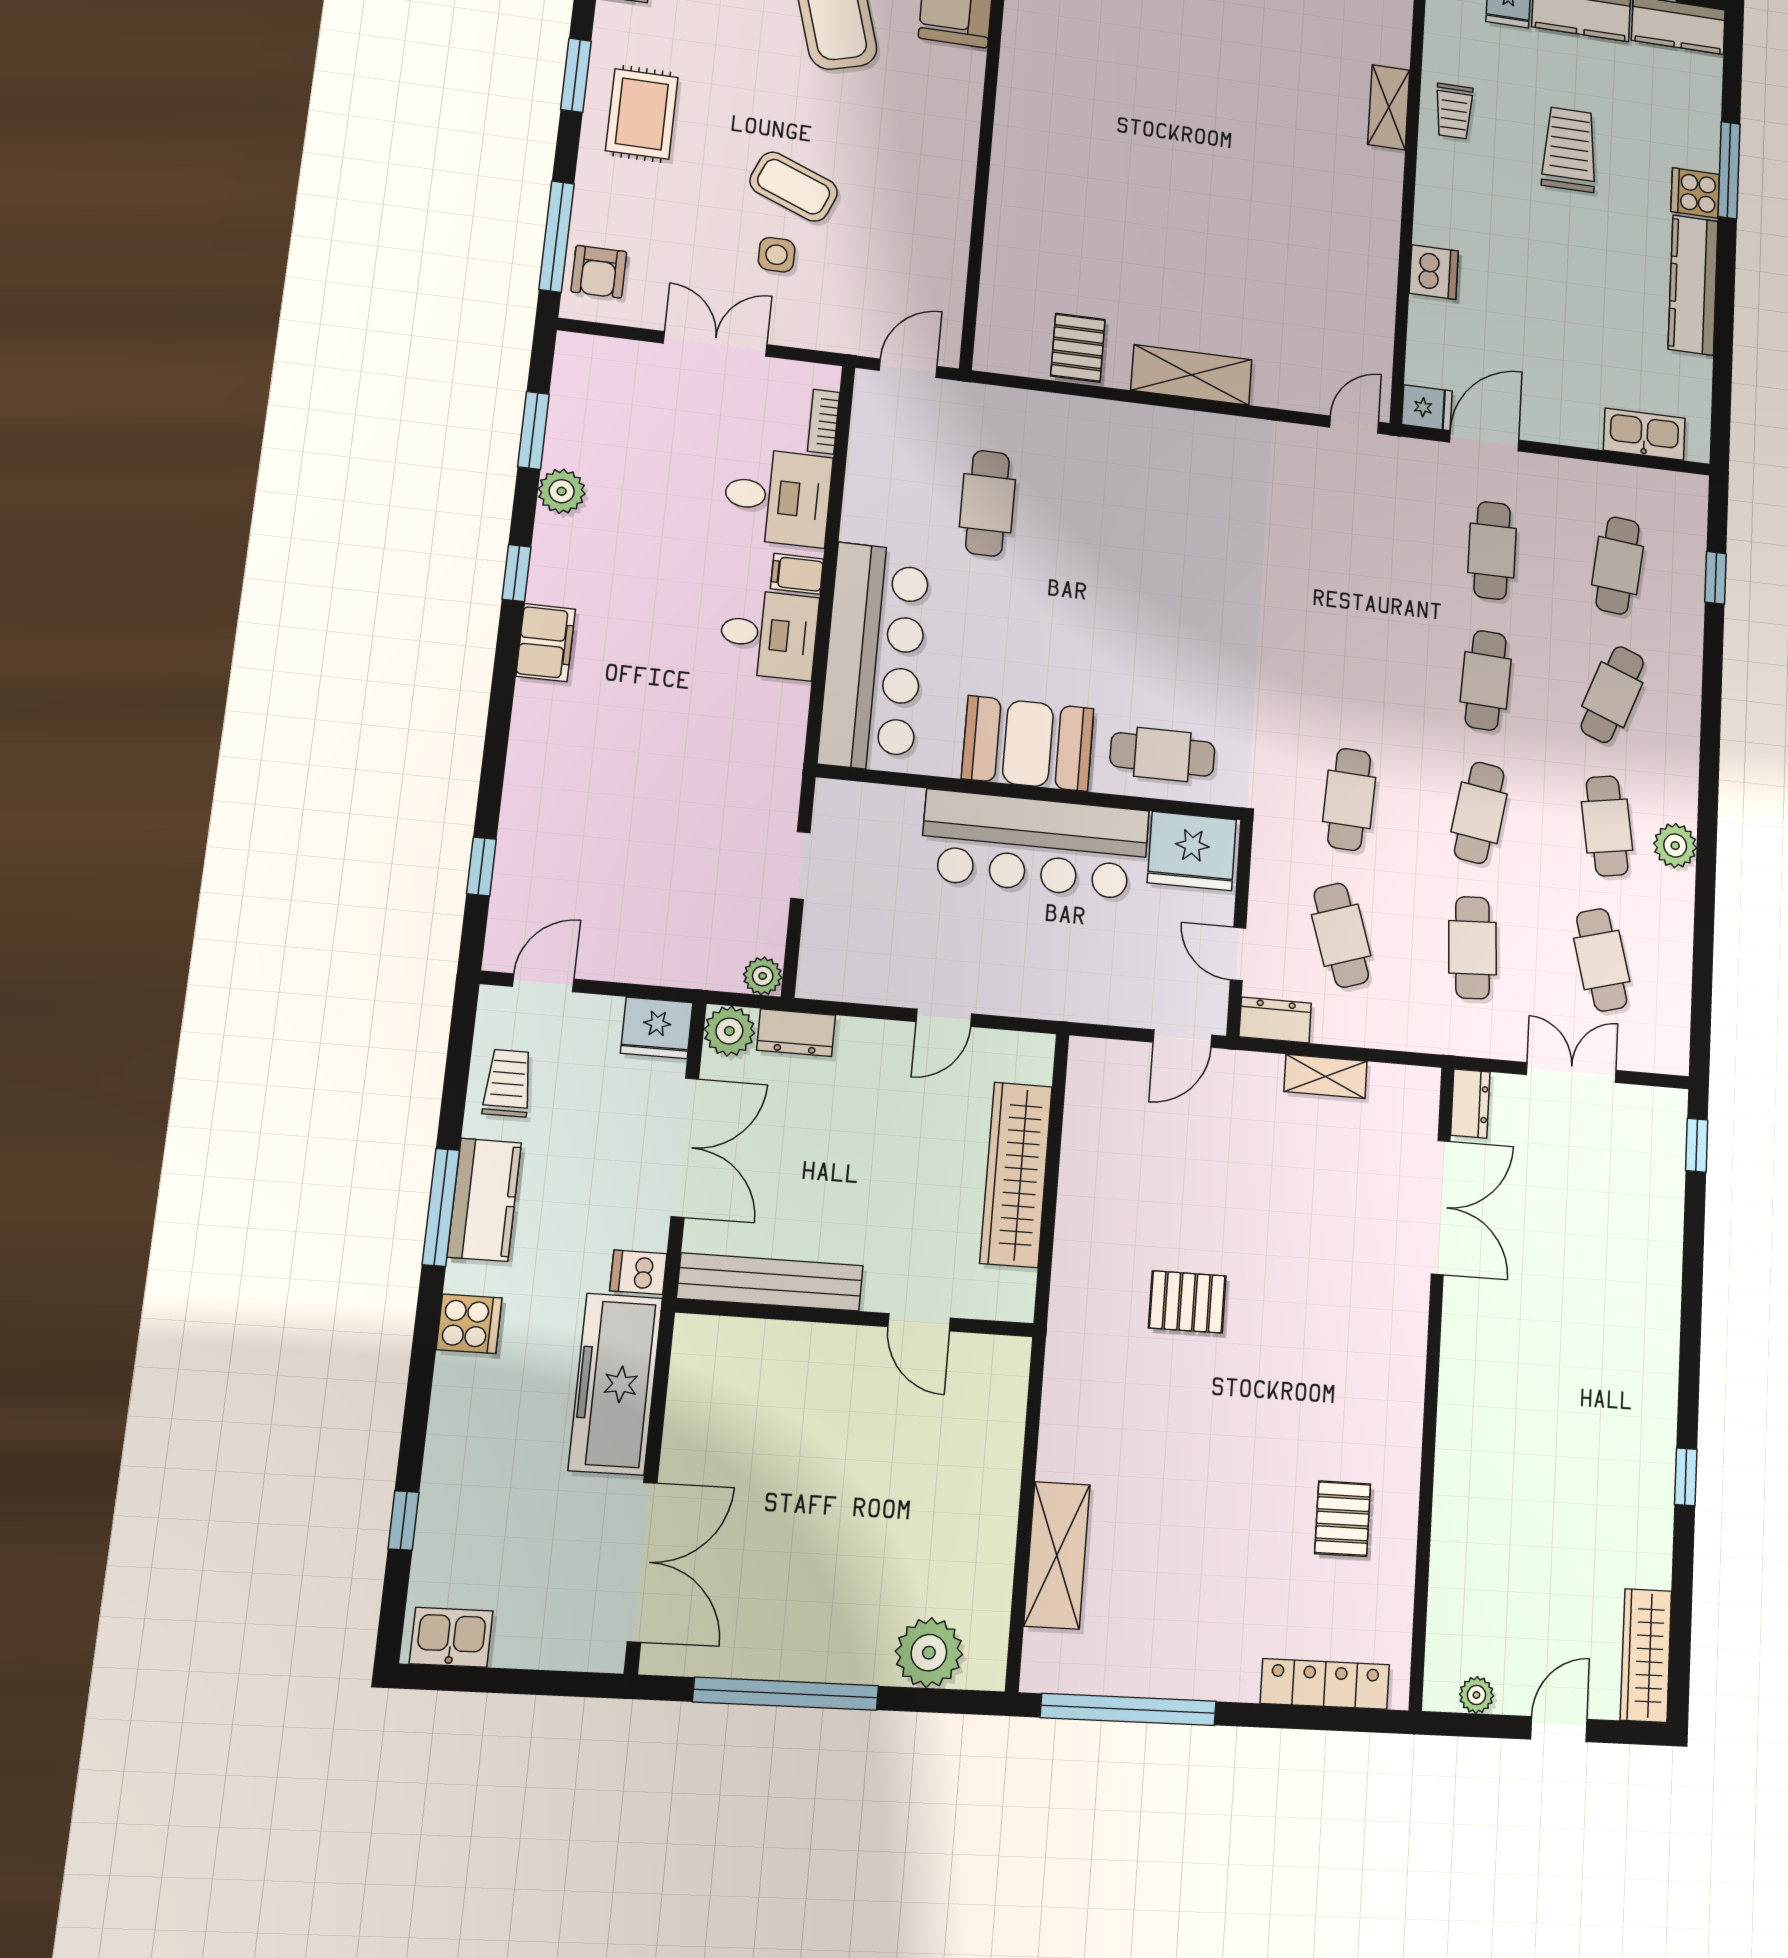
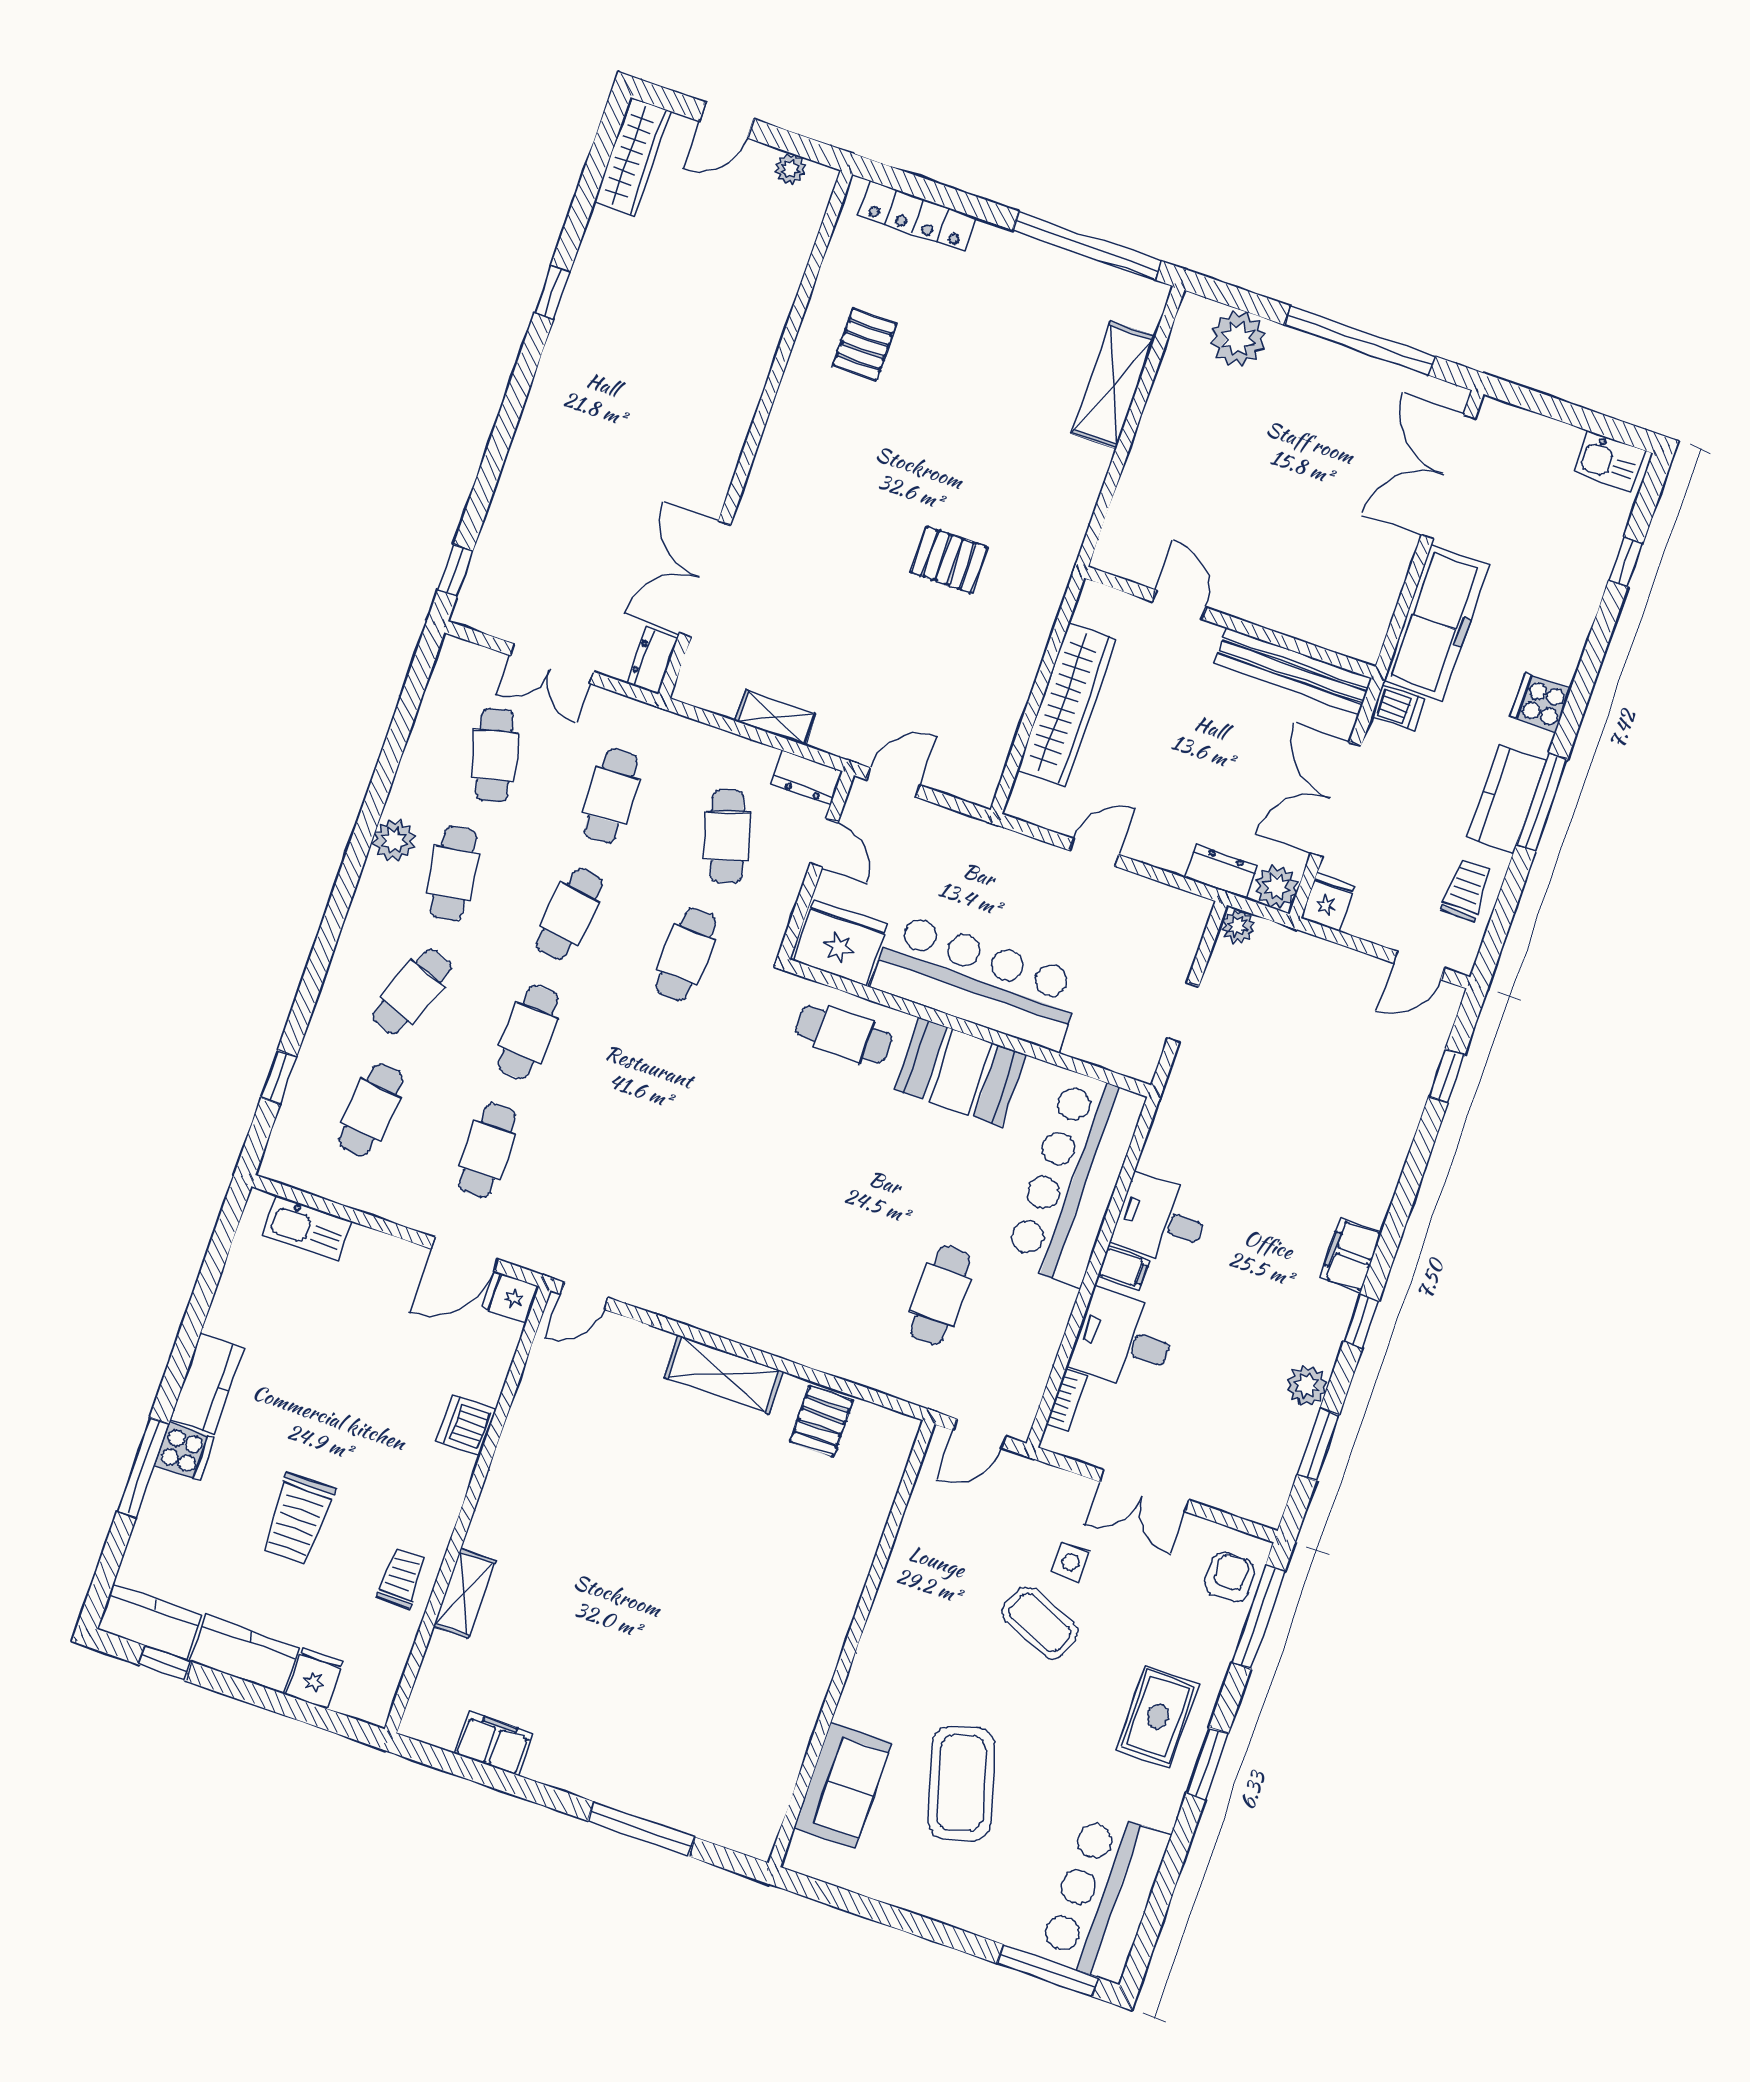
kitchen counter: (1693, 285) -> (207, 1383), width x0.67
fridge: (657, 1028) -> (1328, 902), width x0.72
trolley: (508, 1083) -> (1466, 890), turned 180

